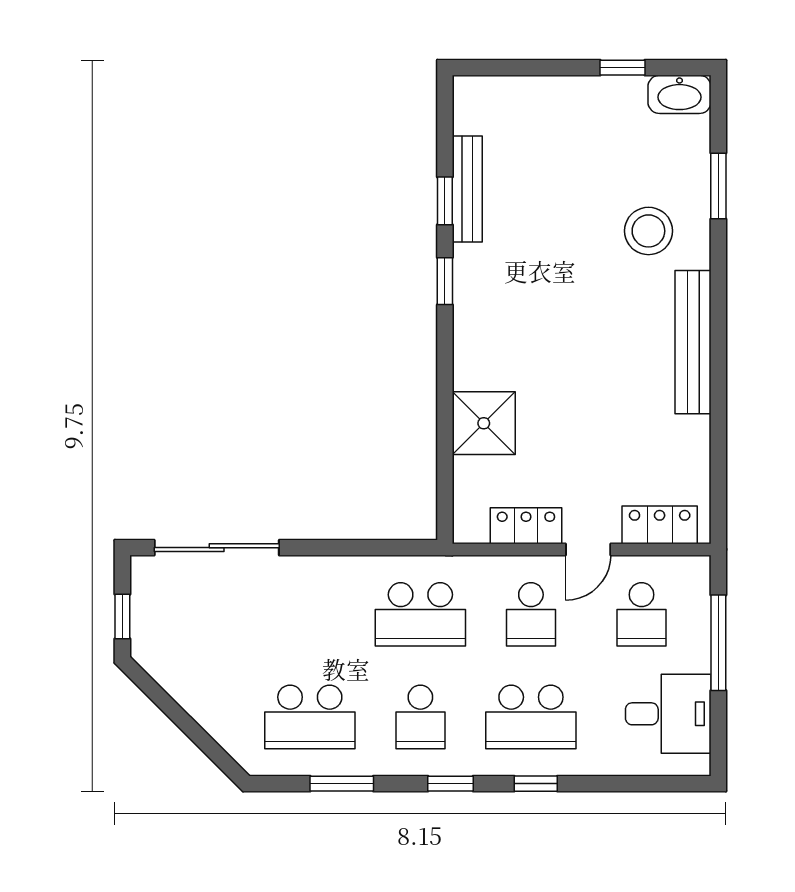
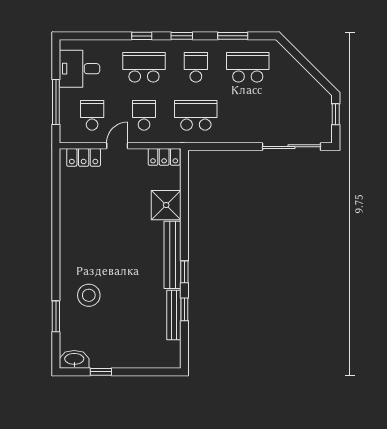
bench: (693, 342) -> (173, 255), moved
locker: (526, 526) -> (164, 157), moved

